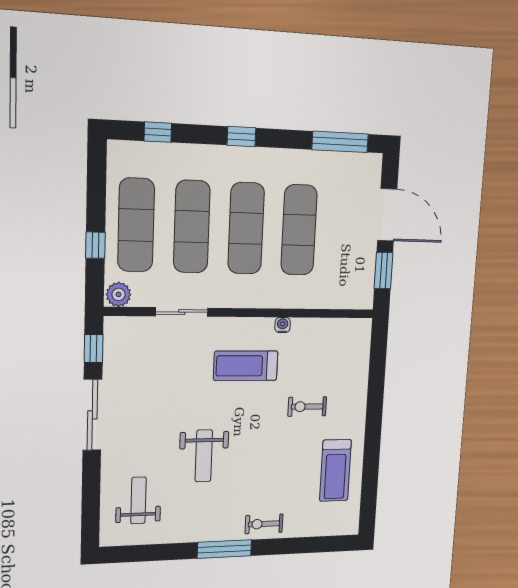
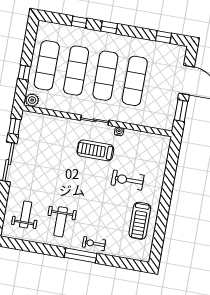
window: (158, 132) -> (79, 22), moved
window: (340, 142) -> (164, 37), width x0.46
sliding door: (182, 312) -> (95, 120), moved
exercise bike: (307, 407) -> (128, 180), width x1.38, depth x1.39
weight bench: (204, 456) -> (61, 222), moved
window: (224, 549) -> (81, 255), moved

